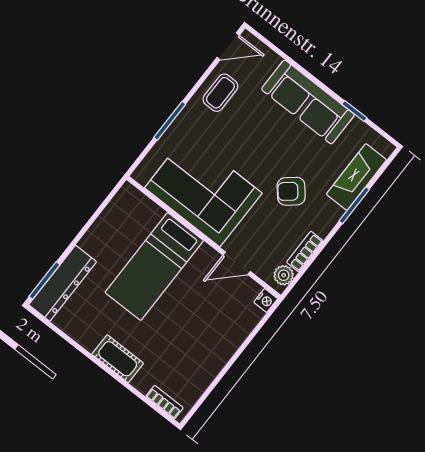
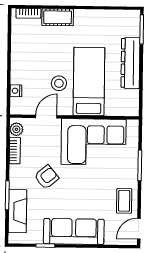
dresser: (63, 283) -> (130, 63), moved
stool: (191, 291) -> (59, 83), added
nightstand: (266, 300) -> (16, 91), moved
cot: (118, 359) -> (58, 17), moved

